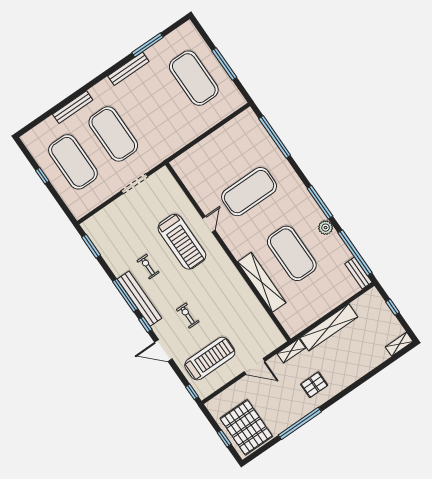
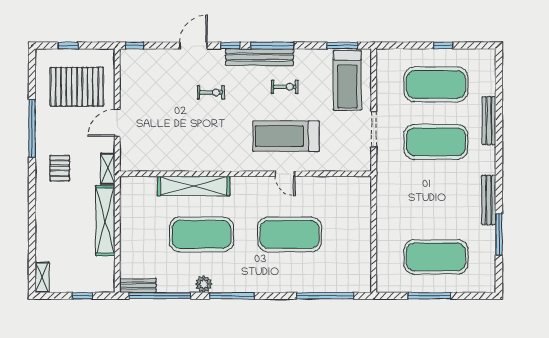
exercise mat: (249, 192) -> (290, 234), turned 90
treadmill: (210, 359) -> (347, 80), moved
pallet: (246, 427) -> (77, 87), moved

